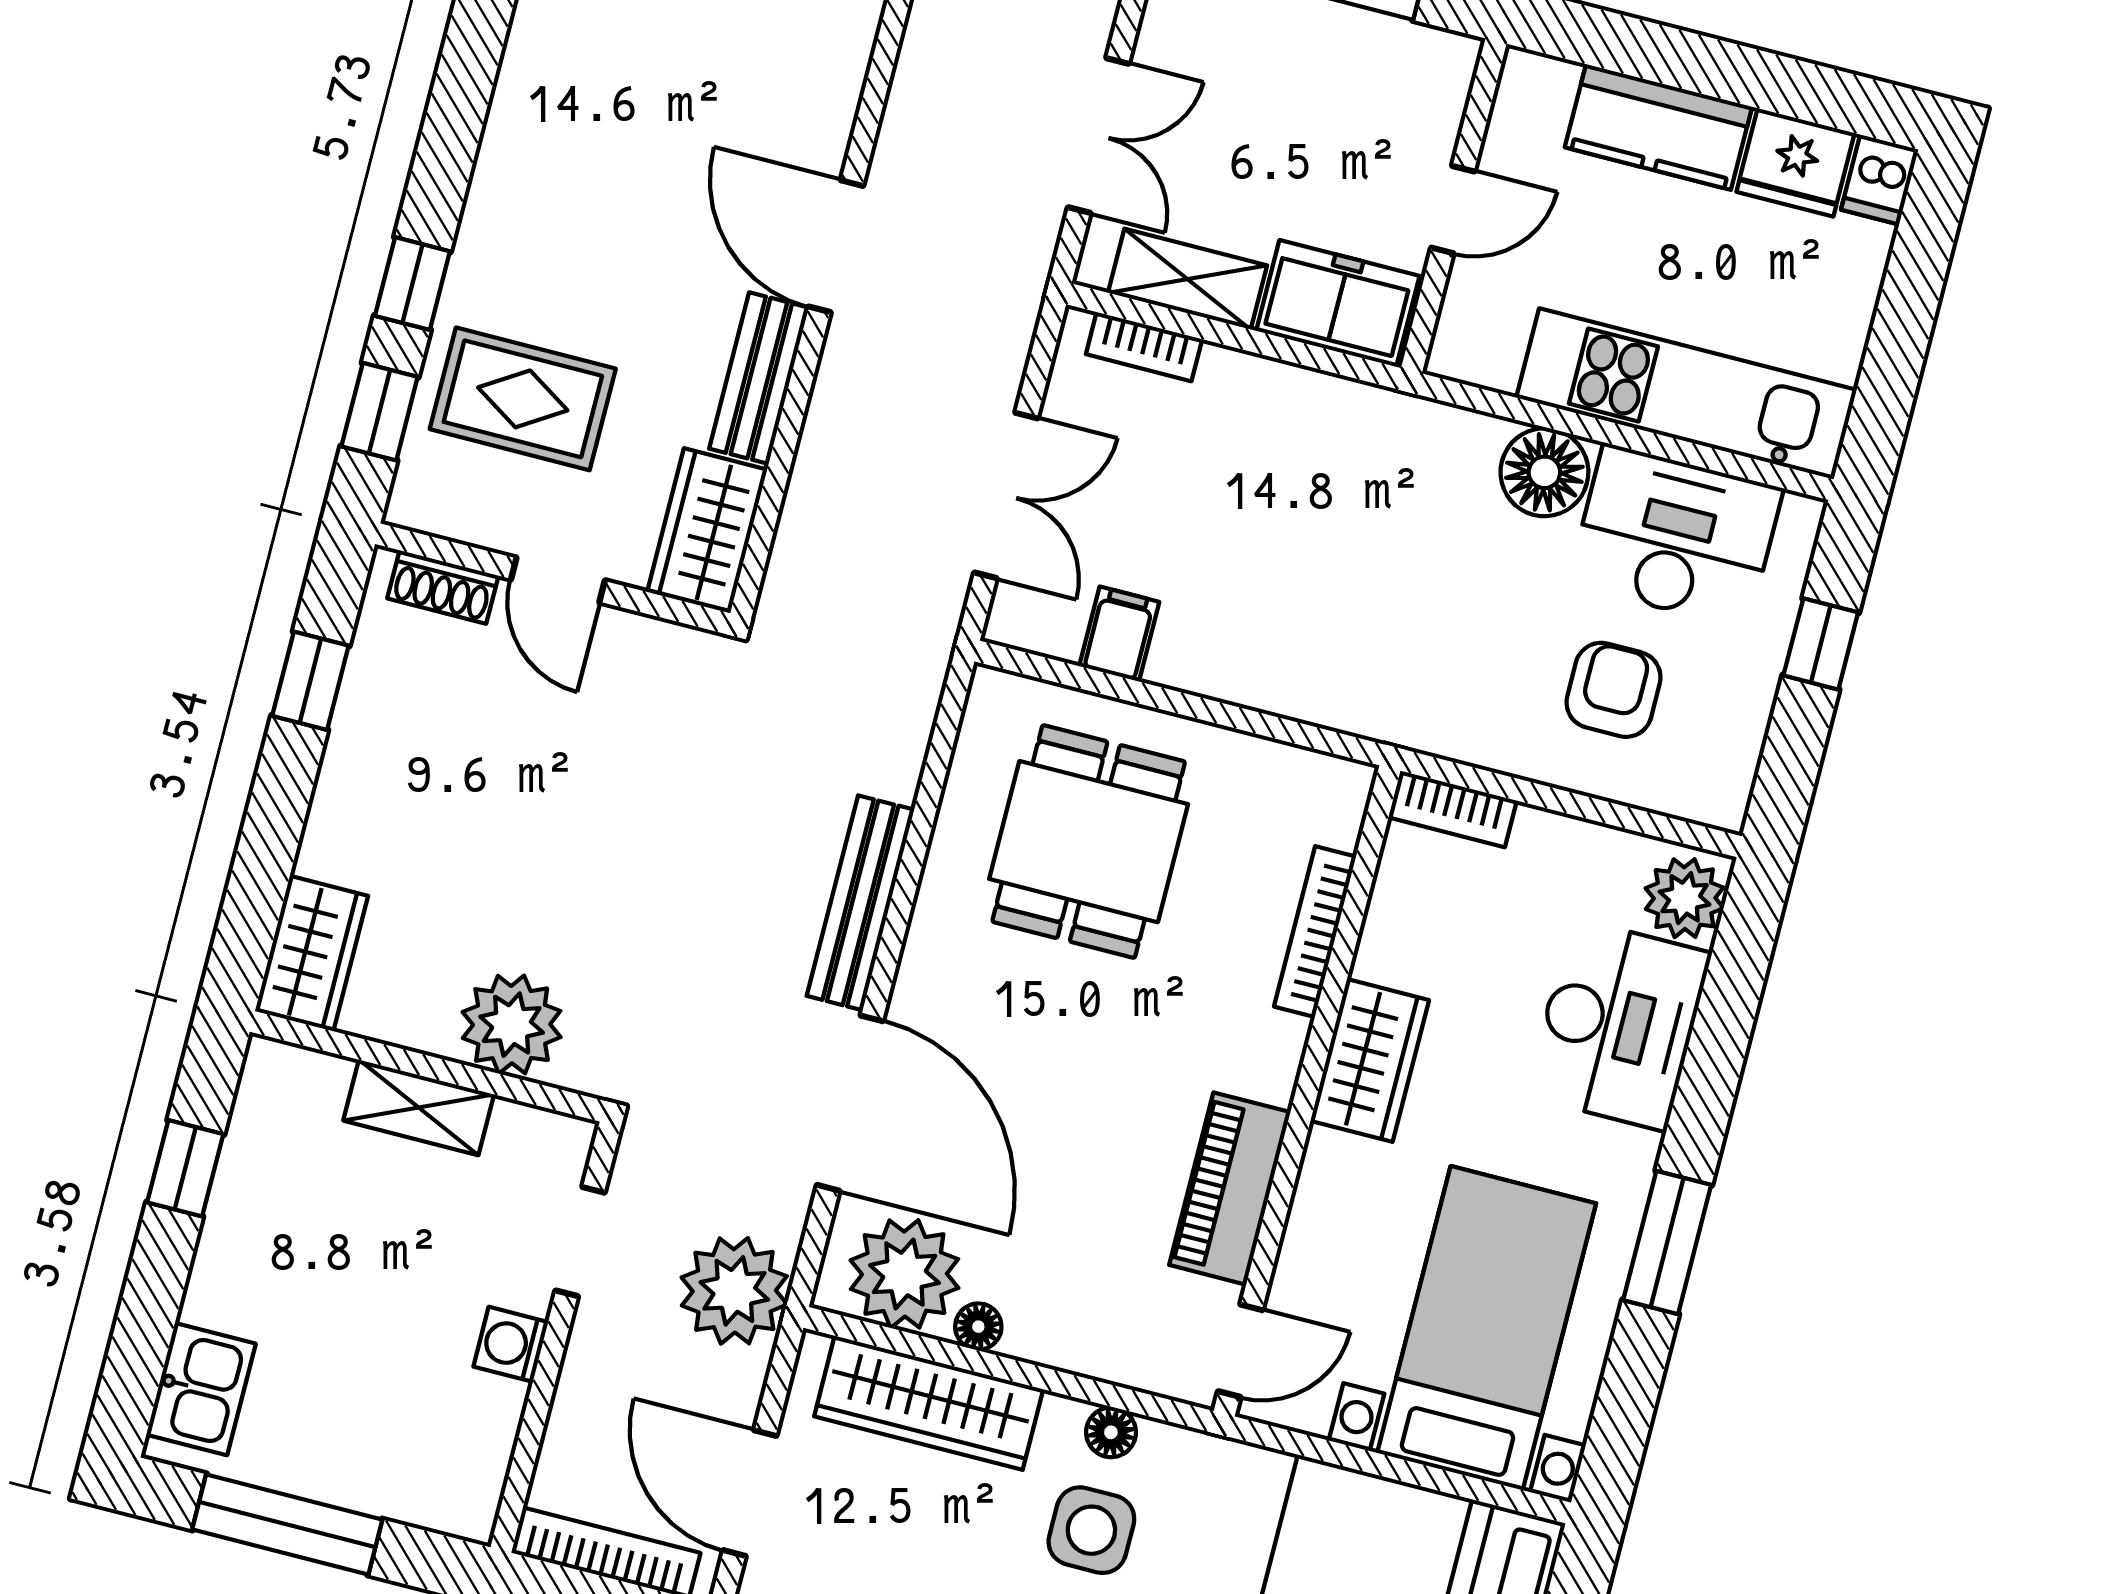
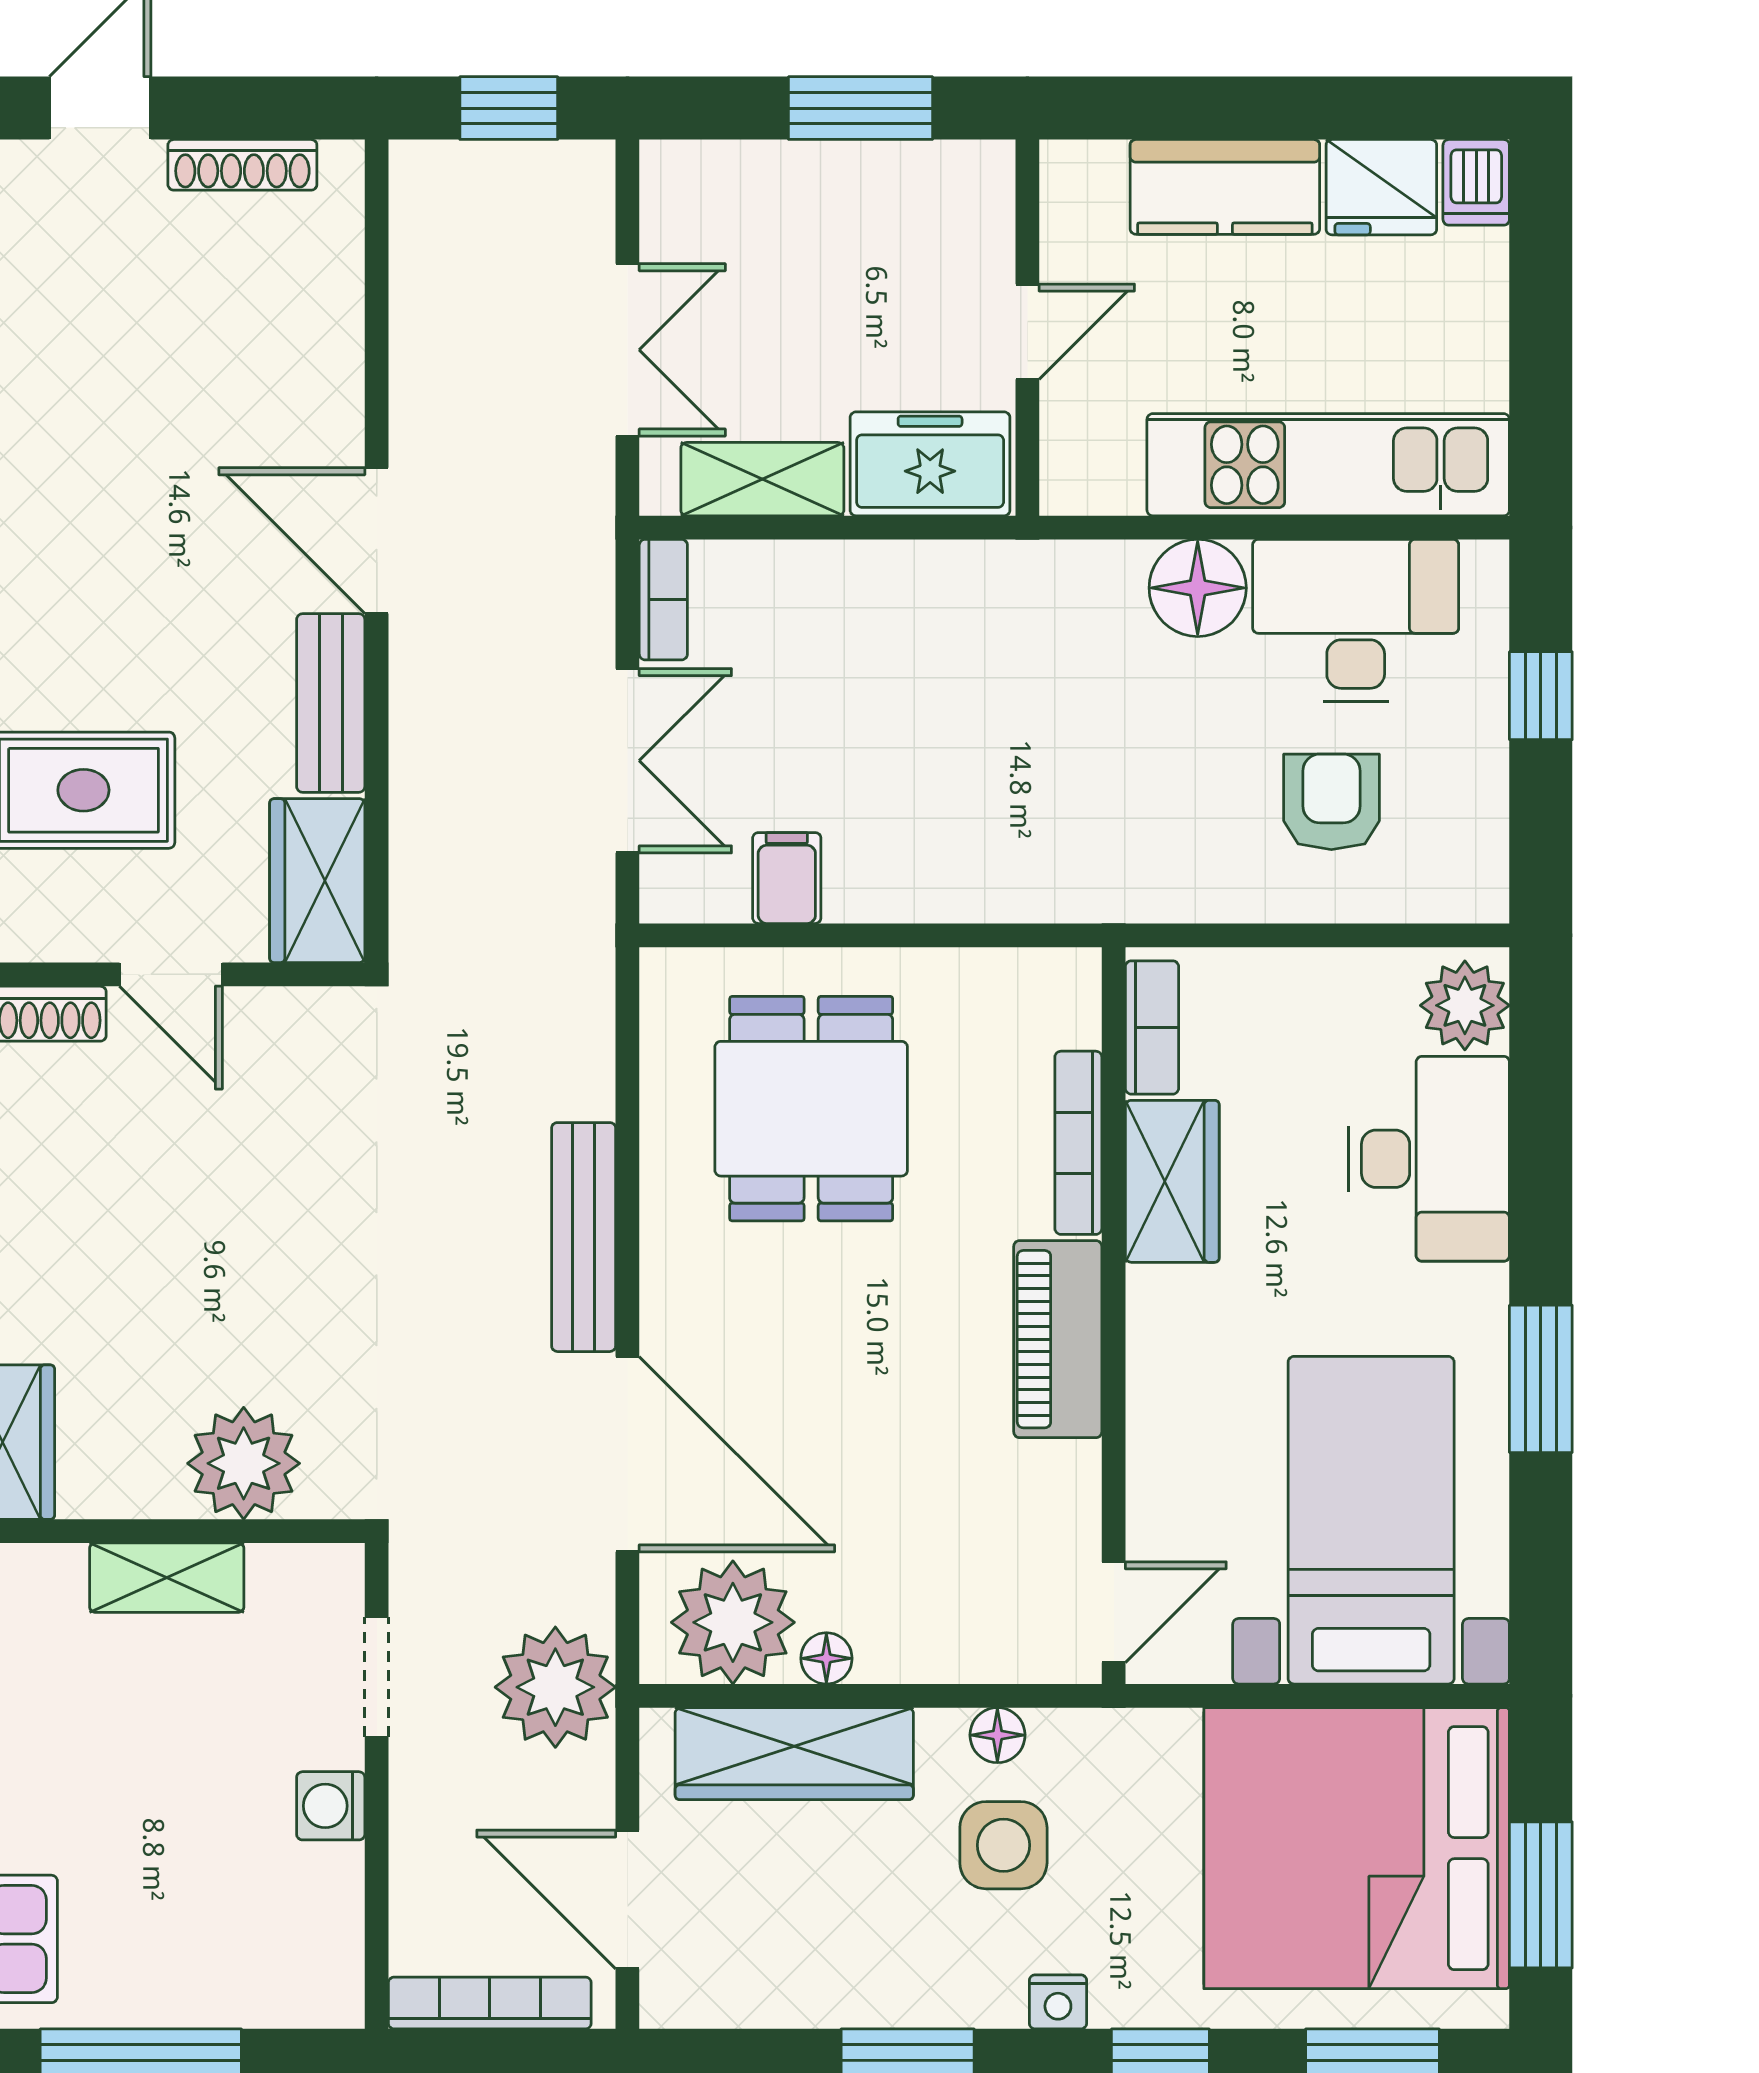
bookcase: (1144, 347) -> (663, 600), moved, turned -90
bookcase: (1453, 809) -> (1152, 1027), moved, turned -90
wardrobe: (1370, 1060) -> (1172, 1181), moved
piano: (1230, 1189) -> (1058, 1339), moved

